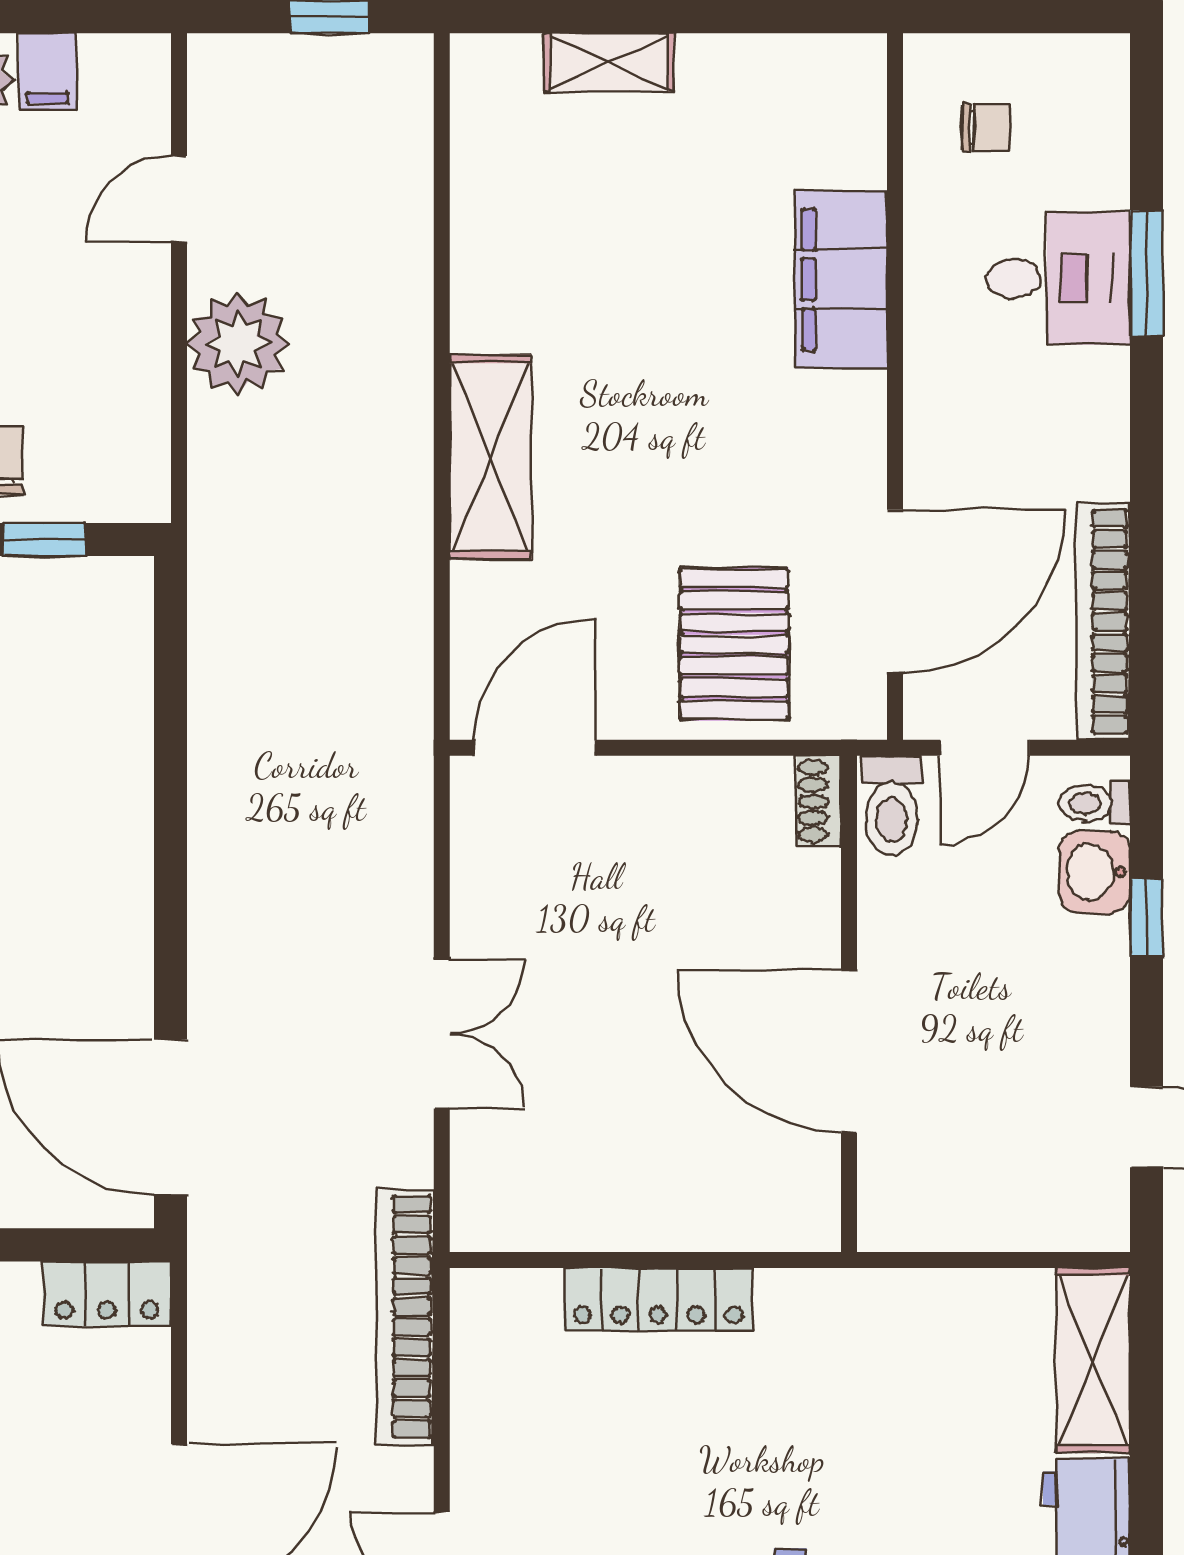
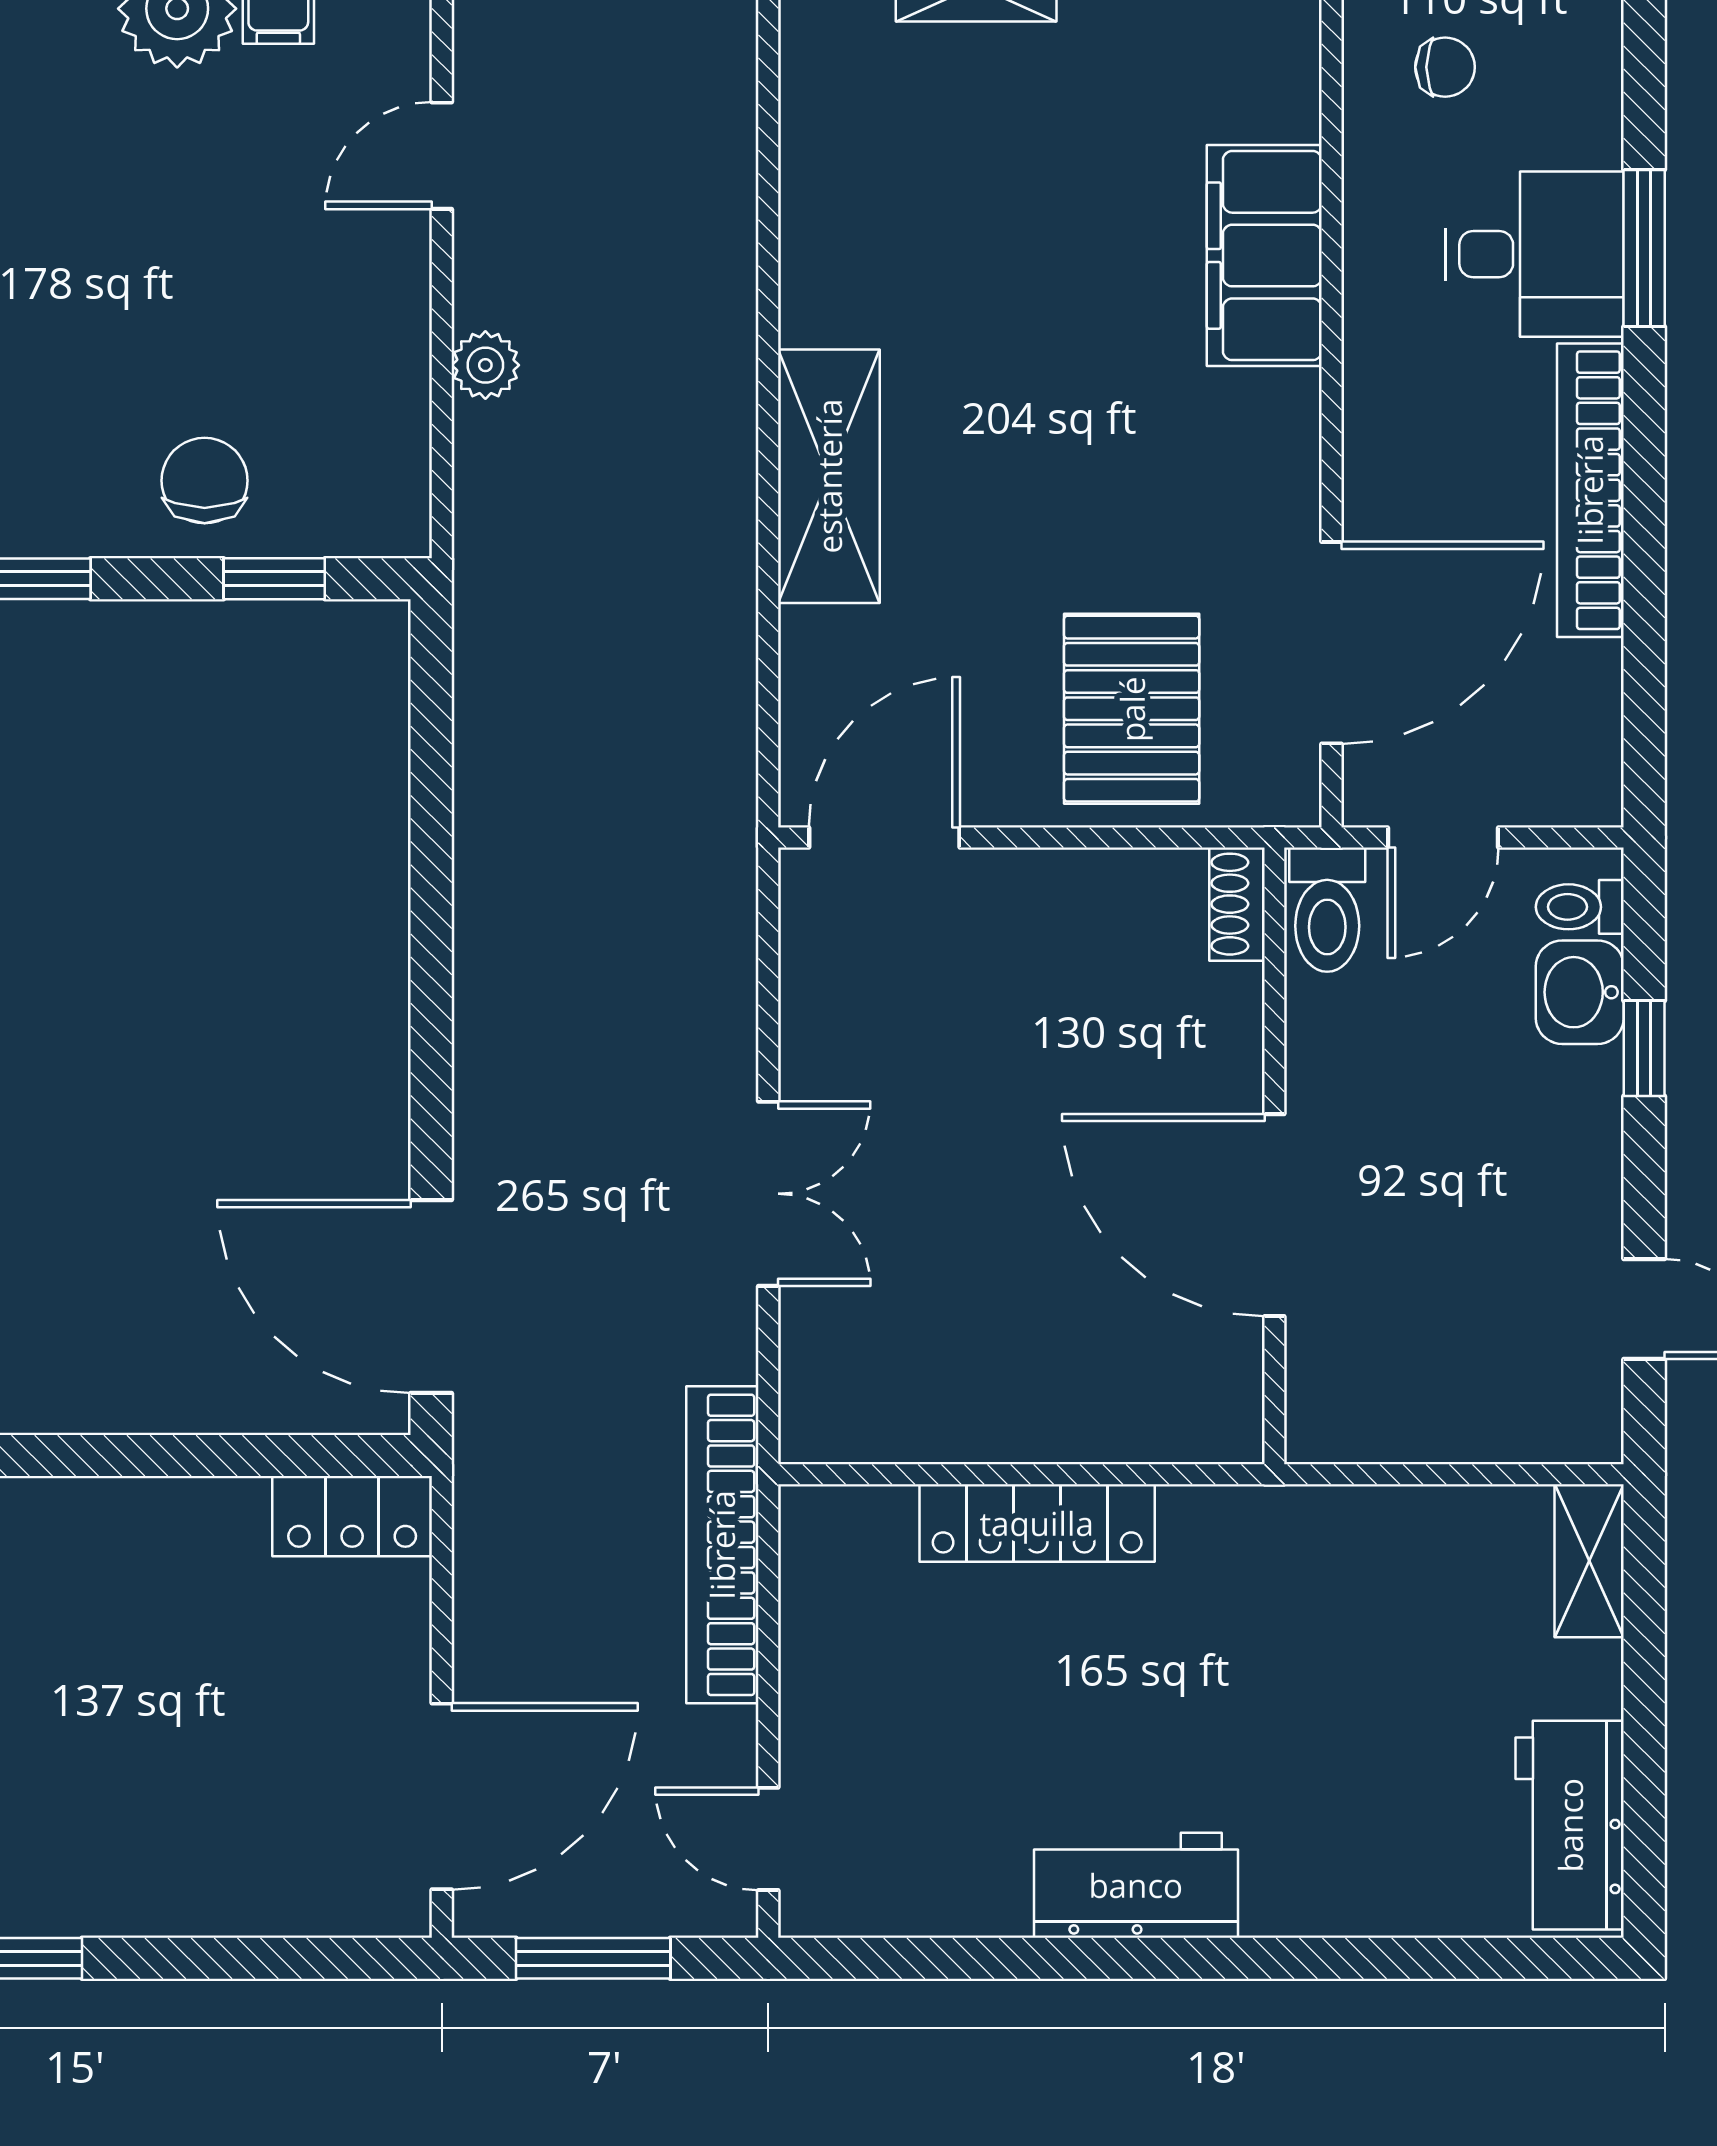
plant: (238, 344) -> (485, 365), width x0.53, depth x0.53
bookcase: (1103, 622) -> (1590, 490), moved
shelving: (1093, 1360) -> (1589, 1561), width x0.67, depth x0.75

